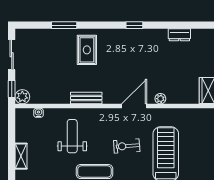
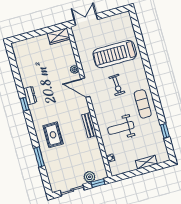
dresser: (179, 35) -> (30, 96), moved
rug: (87, 50) -> (53, 135), turned 90
plant: (22, 97) -> (90, 177), moved

